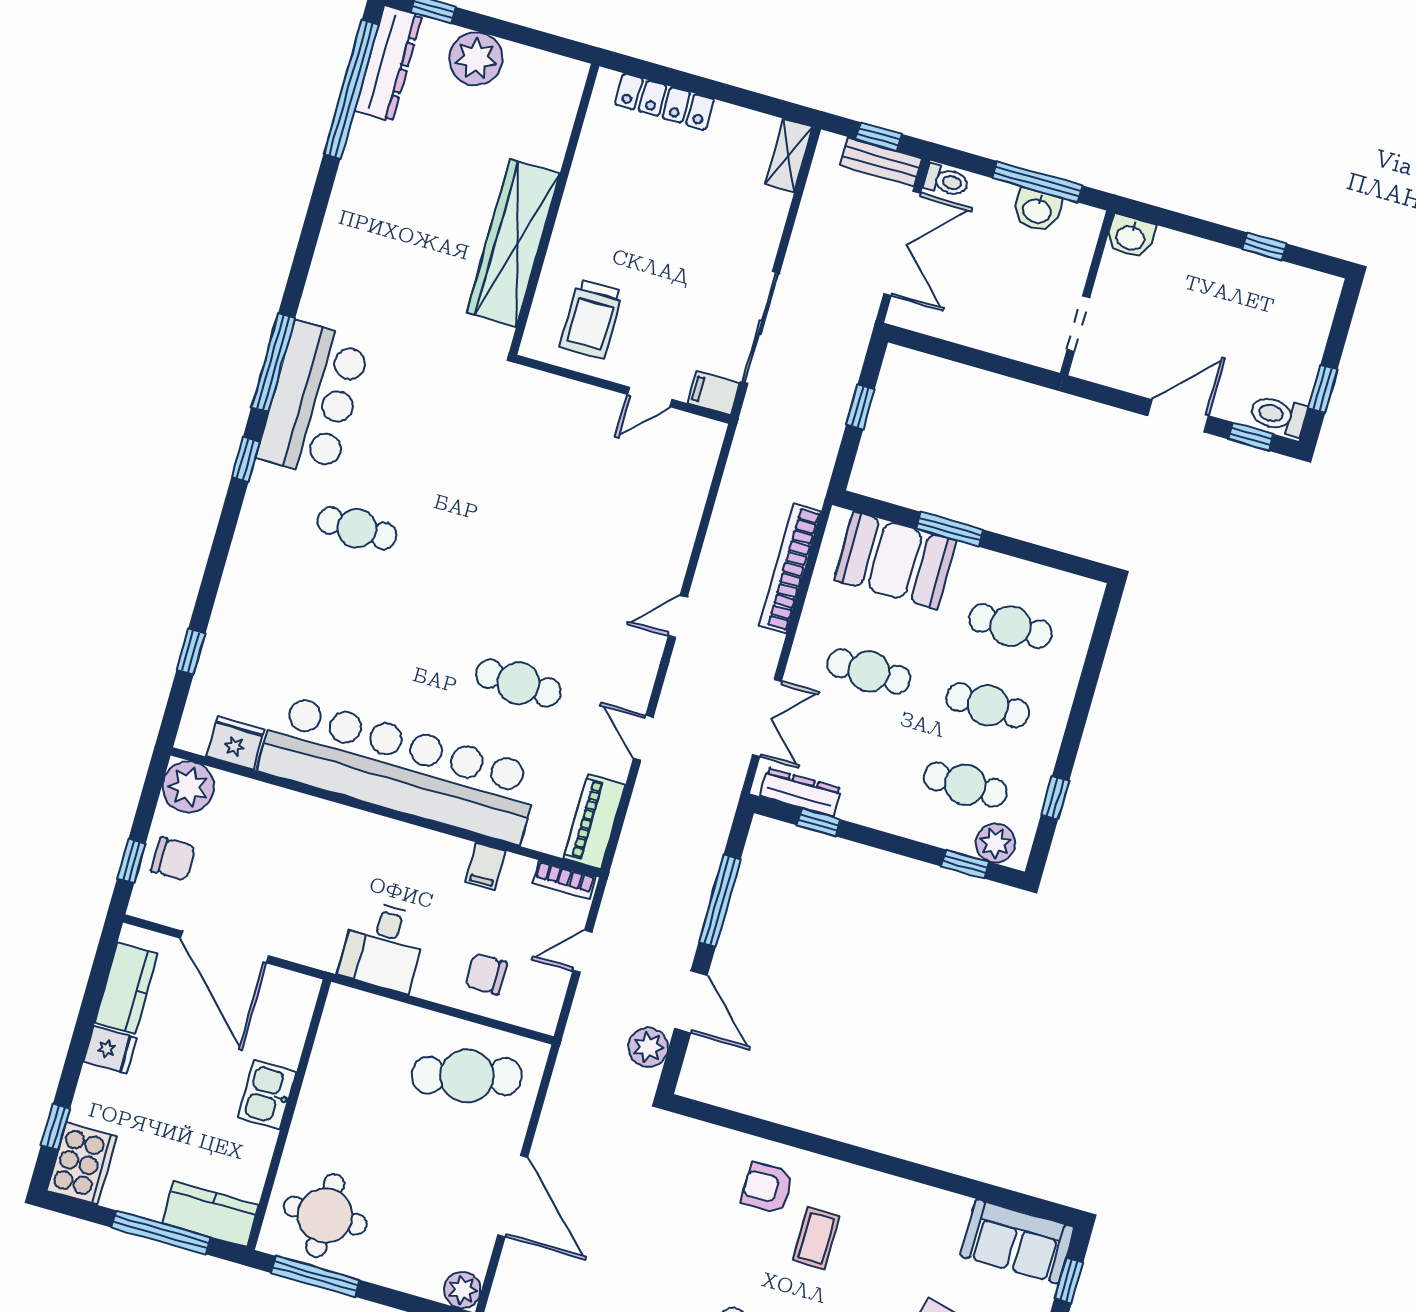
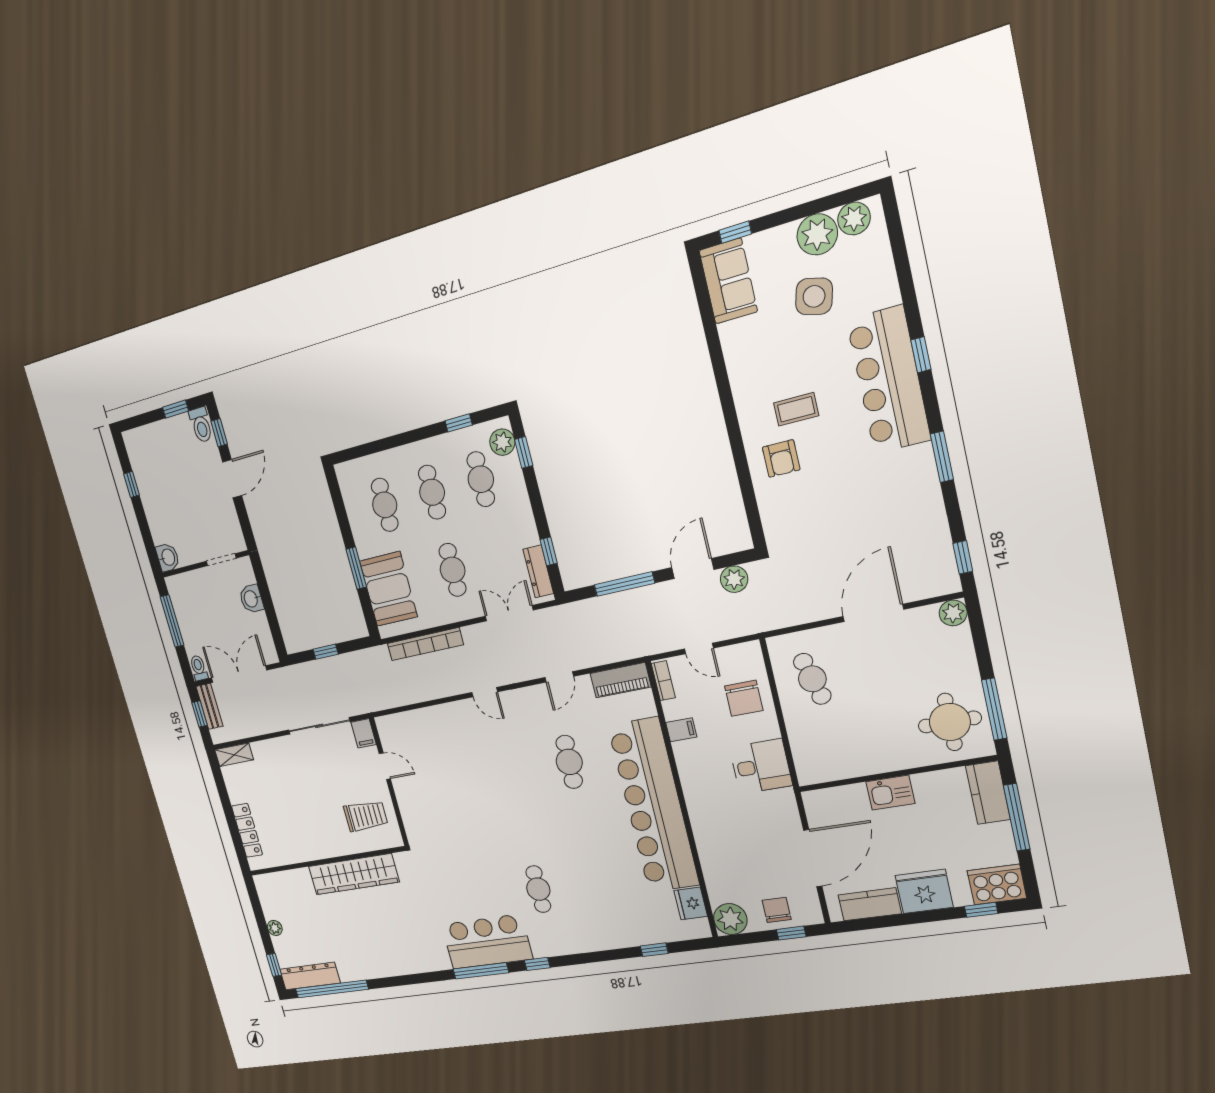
plant: (476, 59) -> (275, 928), width x0.53, depth x0.53
washbasin: (1037, 210) -> (251, 599), moved, turned 180
door: (1178, 416) -> (232, 479), swing flipped
chair: (486, 974) -> (744, 698), width x1.37, depth x1.37
fridge: (110, 1050) -> (924, 891), width x1.88, depth x1.34
cafe table: (467, 1076) -> (812, 679), width x0.73, depth x0.74

